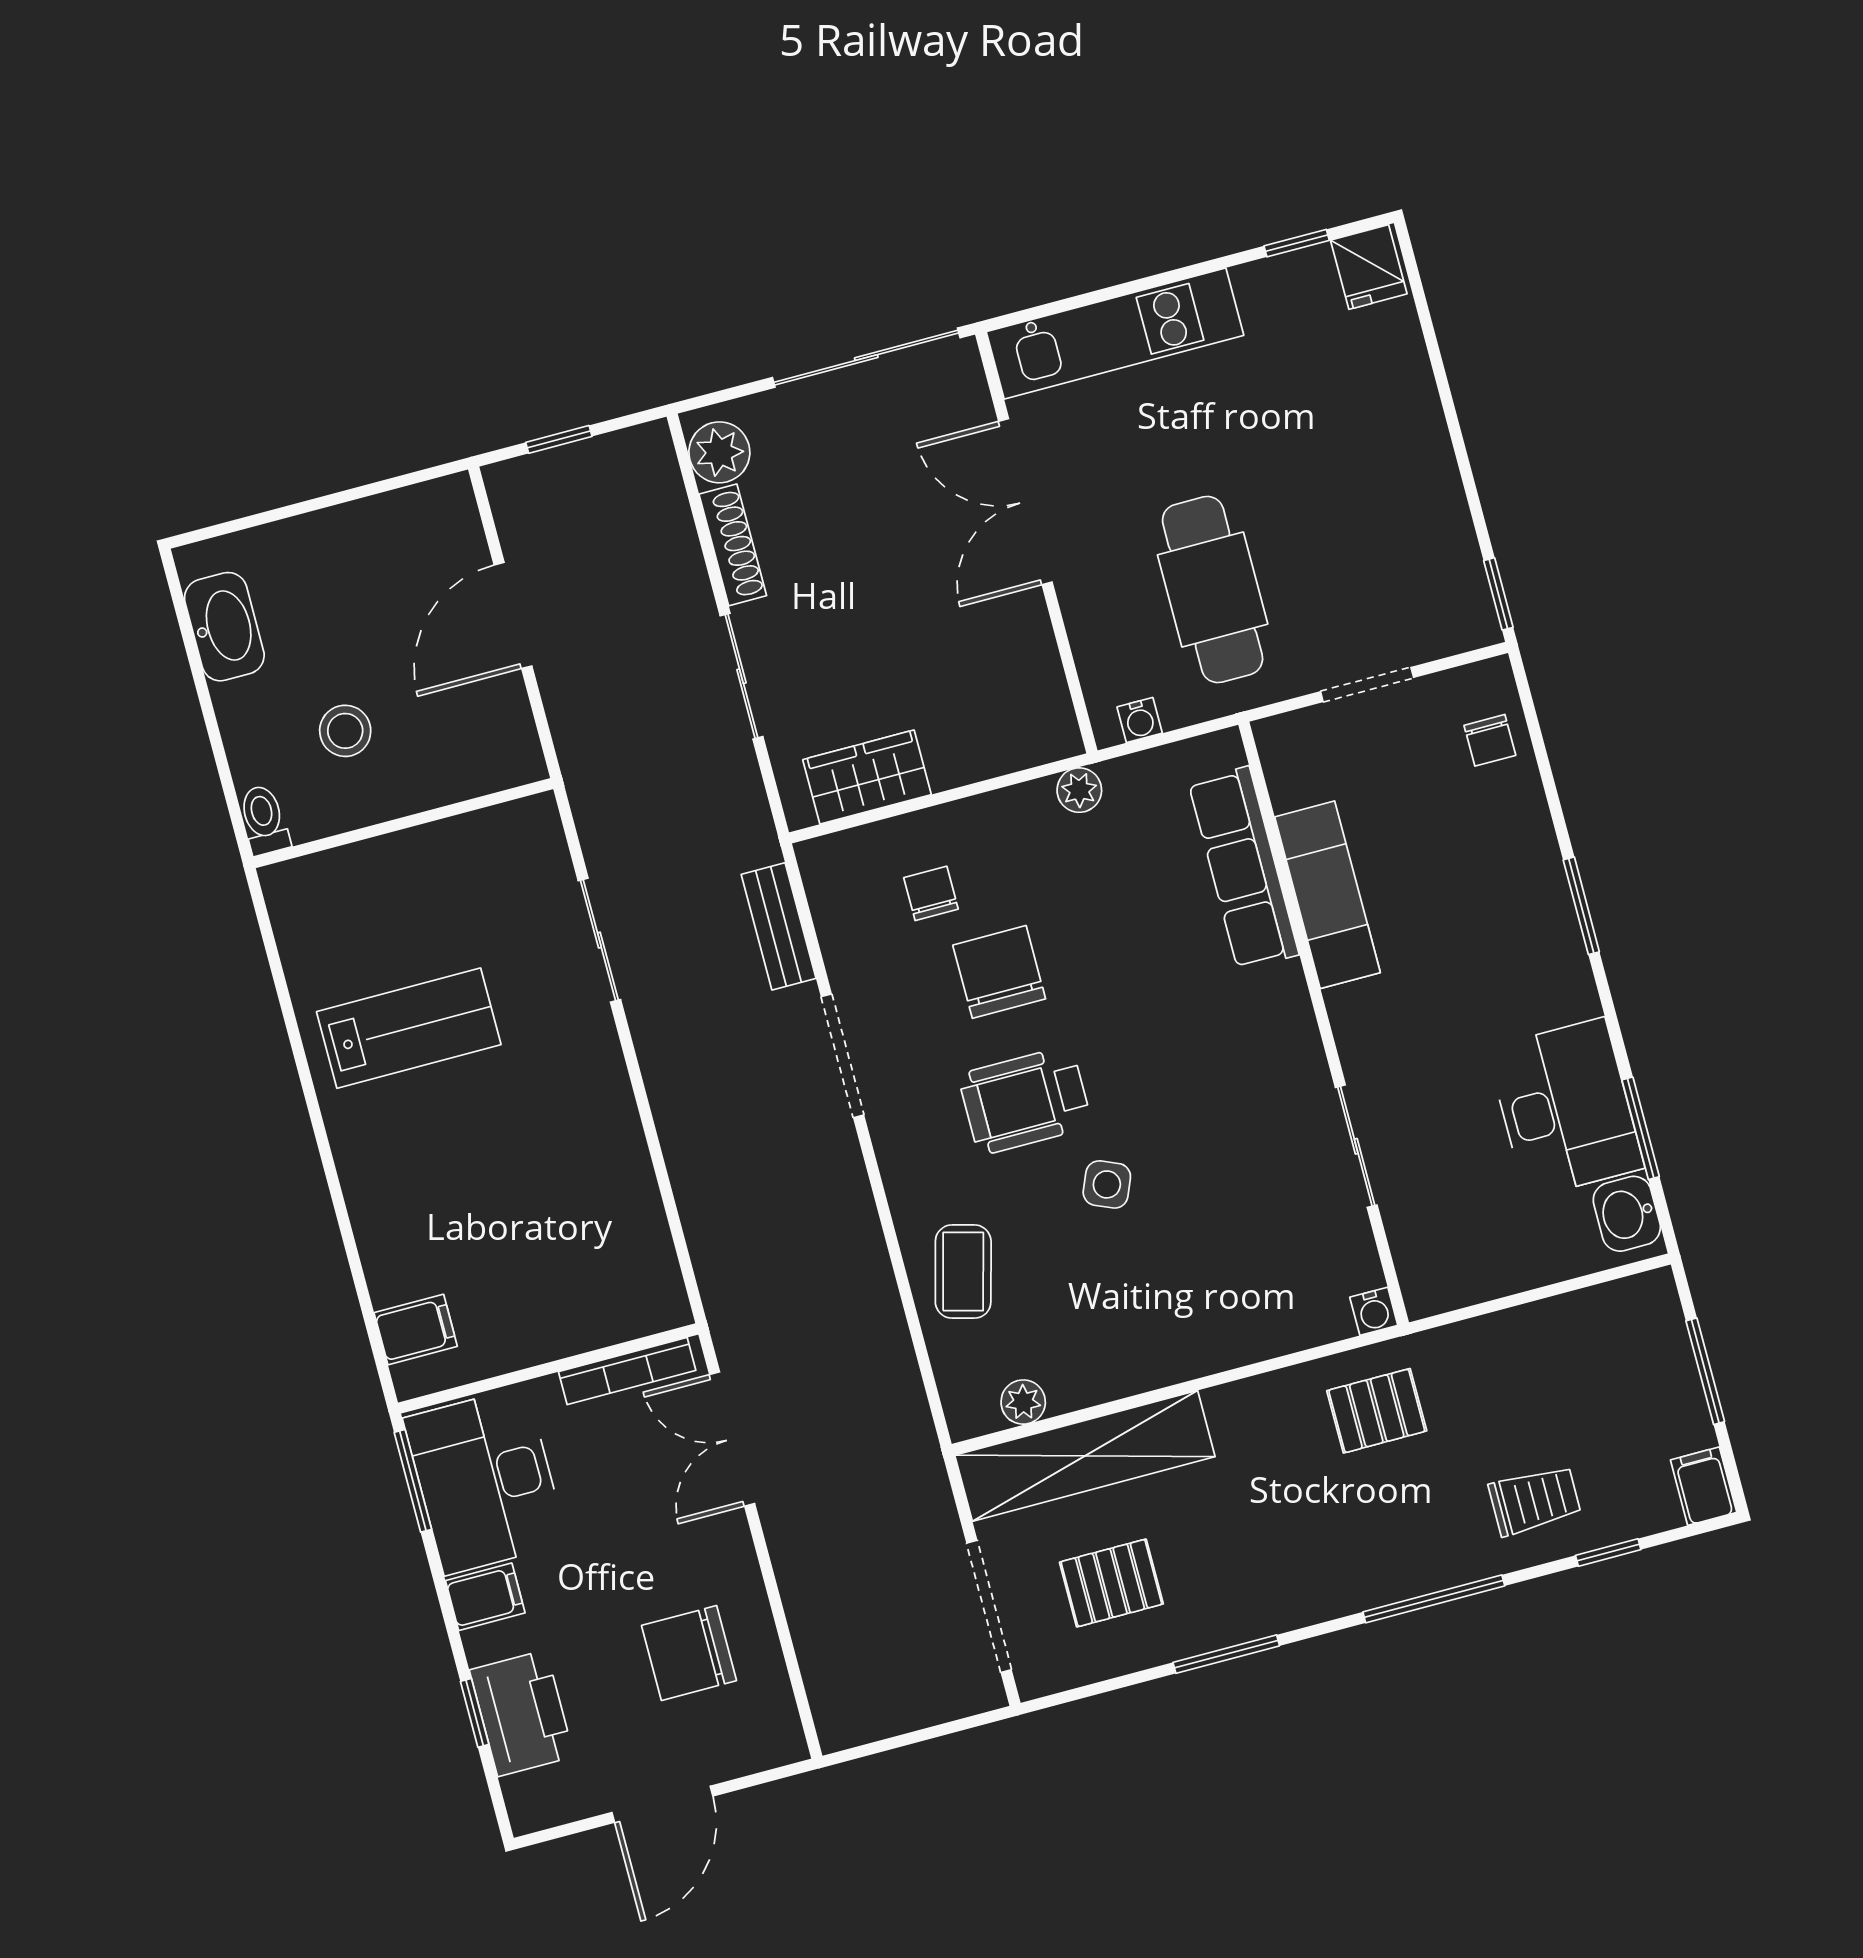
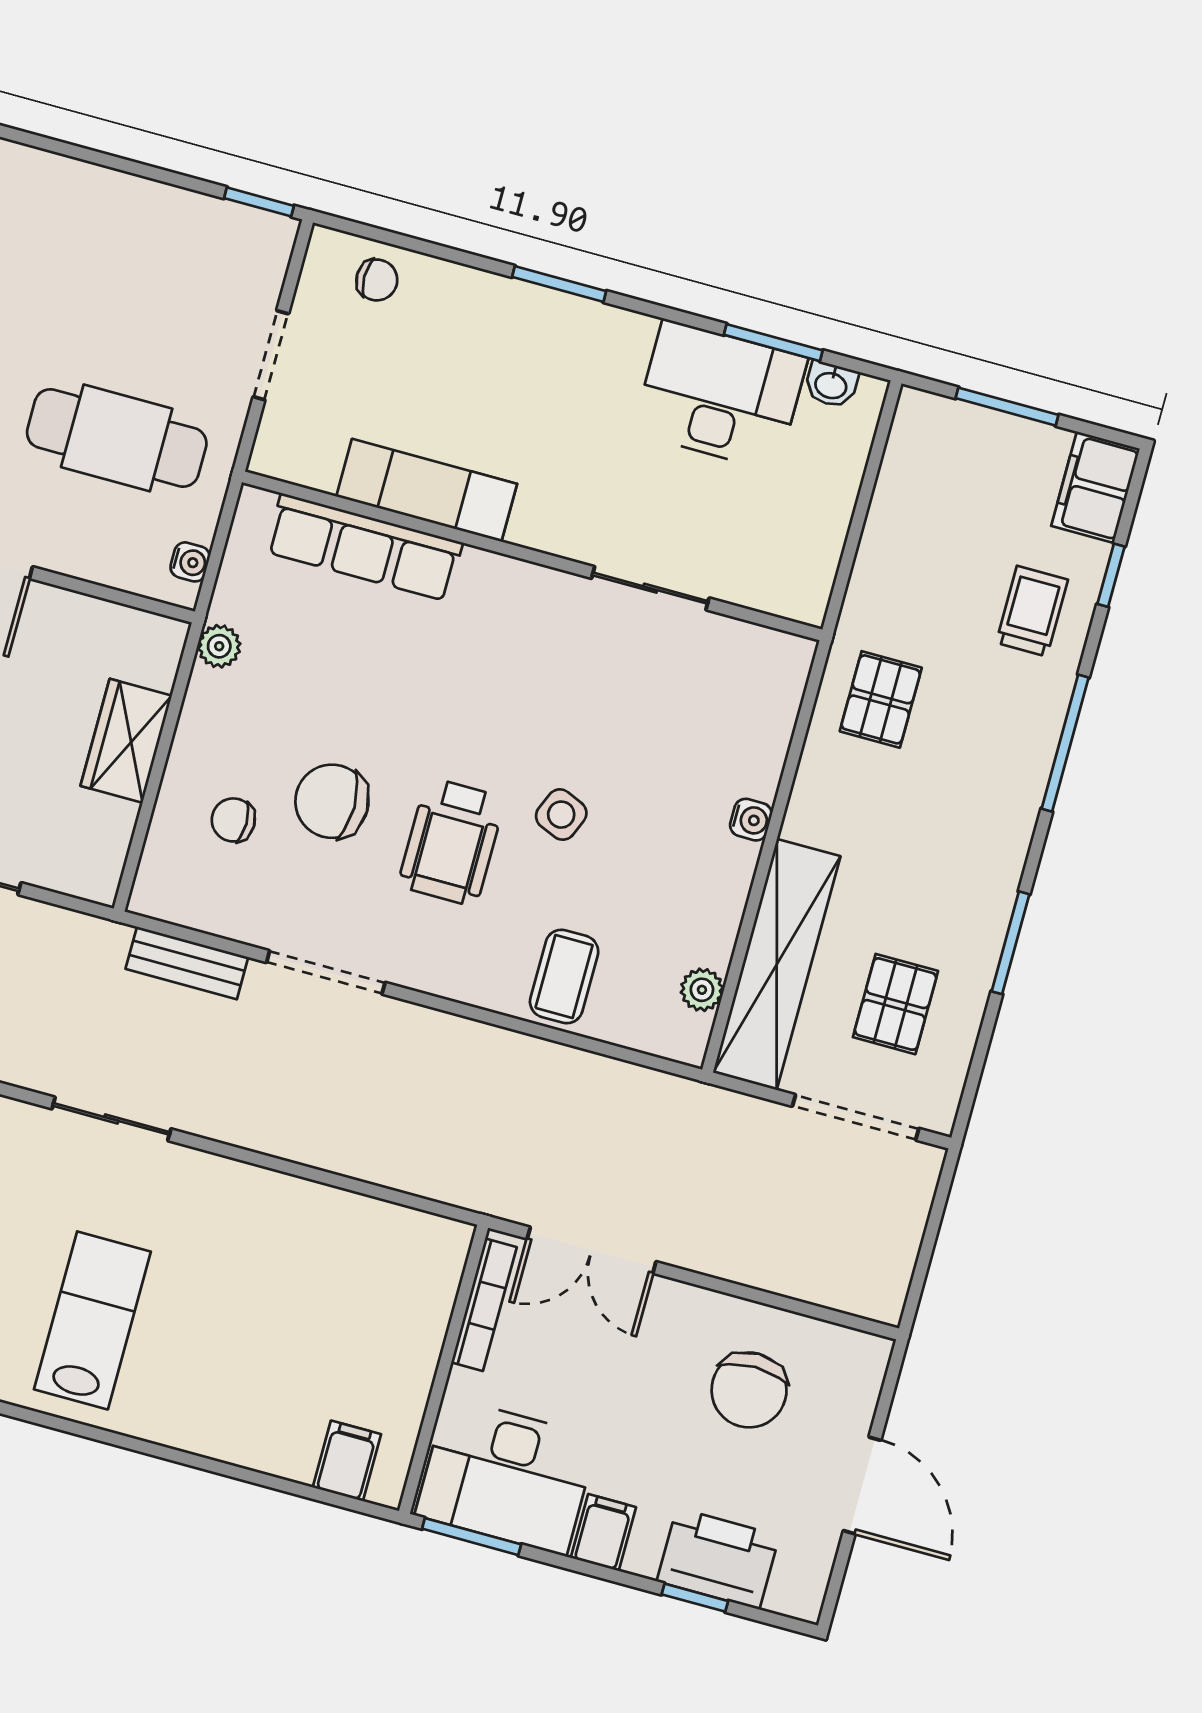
wardrobe: (867, 777) -> (126, 741), moved
washbasin: (1627, 1214) -> (831, 384), width x0.72, depth x0.69
coffee table: (963, 1272) -> (564, 976), turned 75
water cooler: (1374, 1311) -> (751, 820), moved
filing cabinet: (1704, 1486) -> (1096, 487), width x2.00

